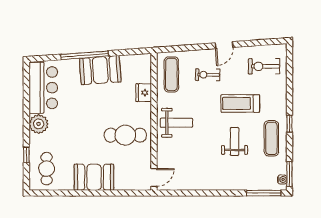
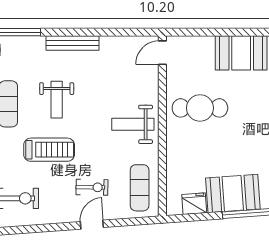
door: (224, 45) -> (92, 225), moved
fridge: (144, 93) -> (194, 204), moved, turned -94
bench: (223, 185) -> (72, 43), added

